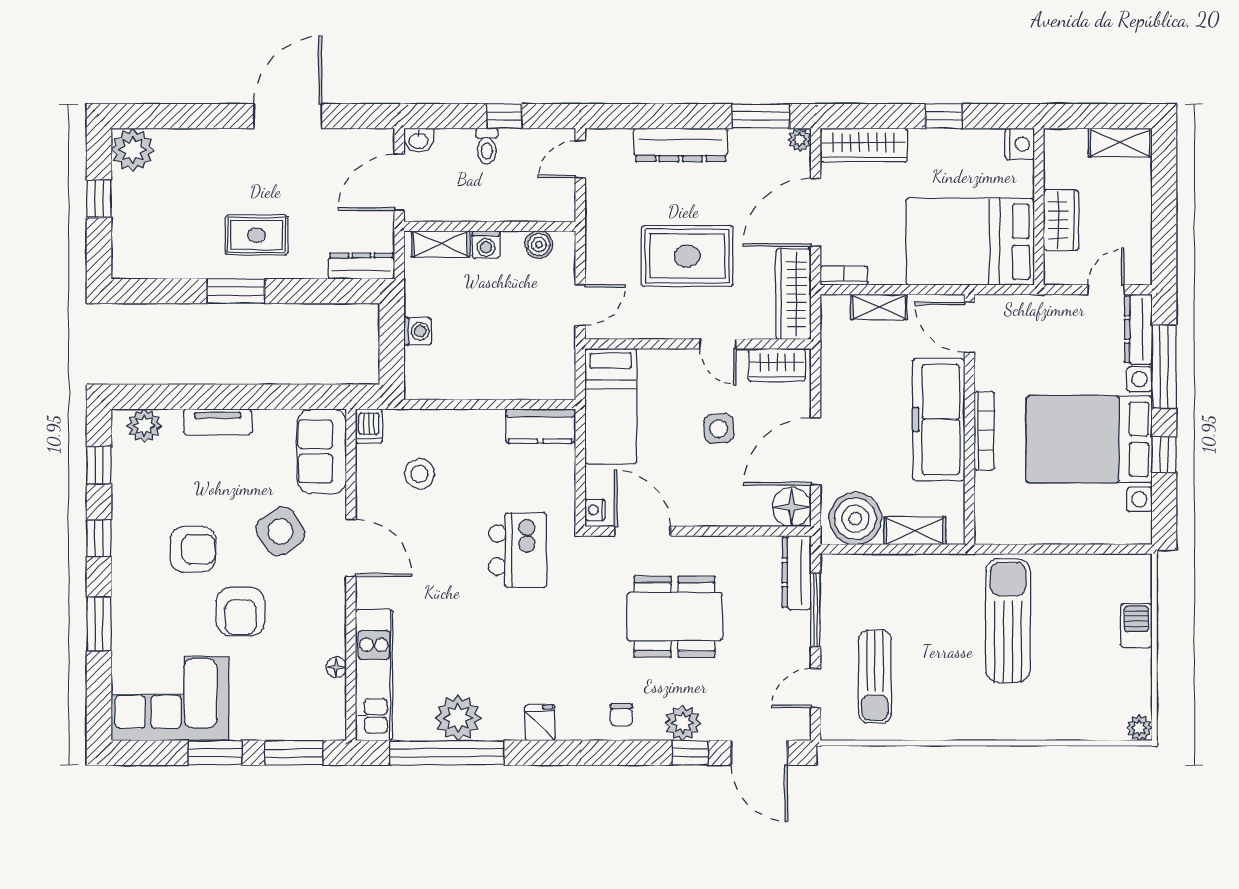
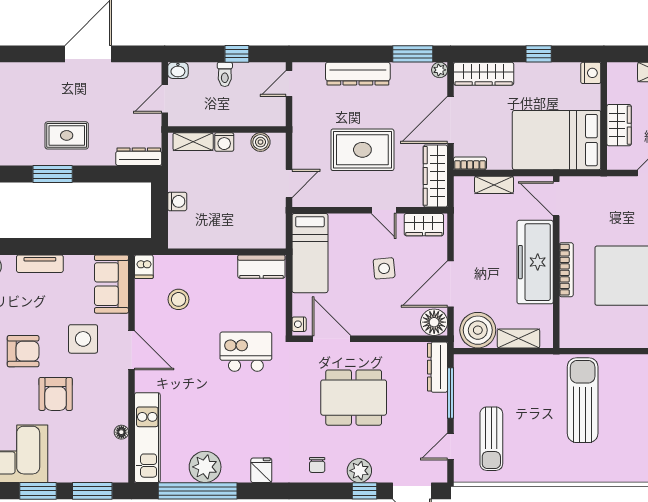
door: (399, 182) -> (165, 99), width x0.73
side table: (280, 531) -> (83, 339), turned 33
kitchen island: (518, 550) -> (246, 352), turned -90

